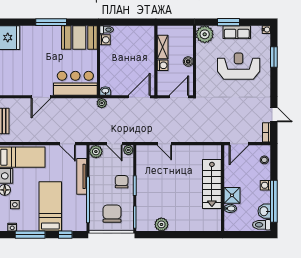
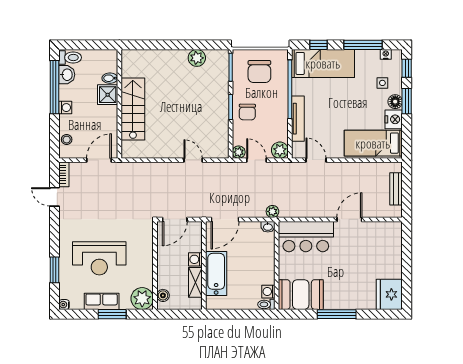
bathtub: (146, 54) -> (216, 274), added
boiler: (188, 61) -> (163, 295), moved
bed: (50, 206) -> (323, 63), moved, turned -90

